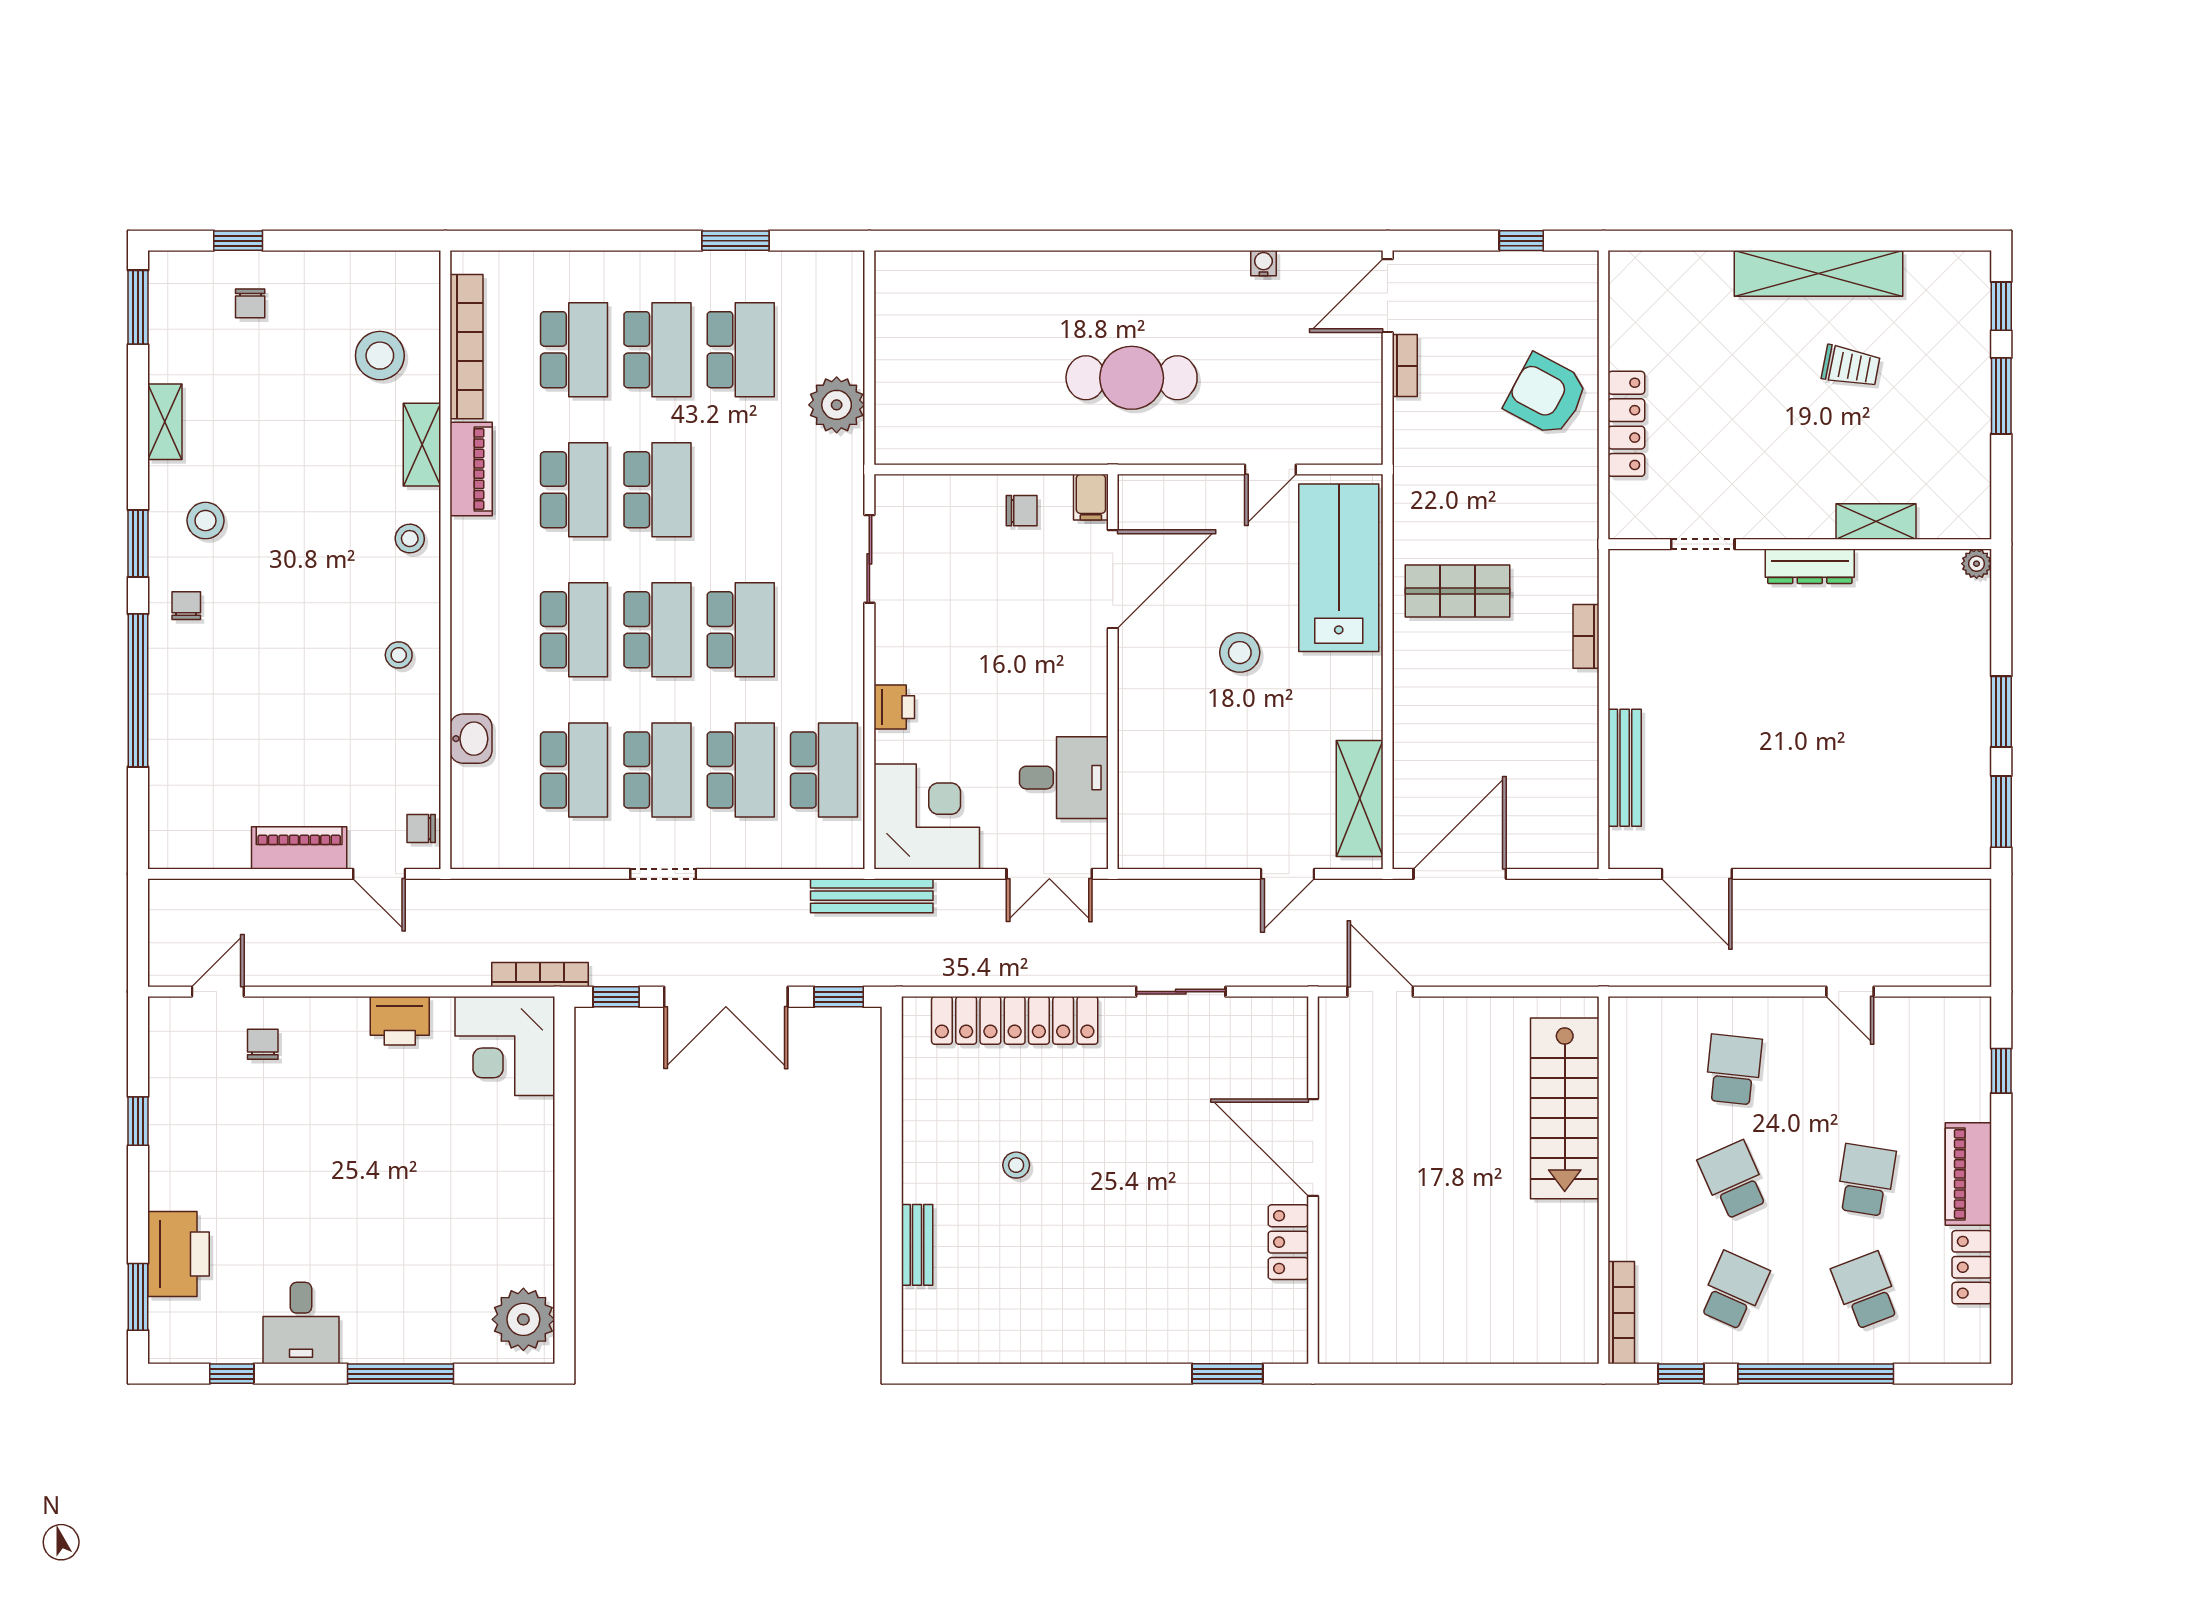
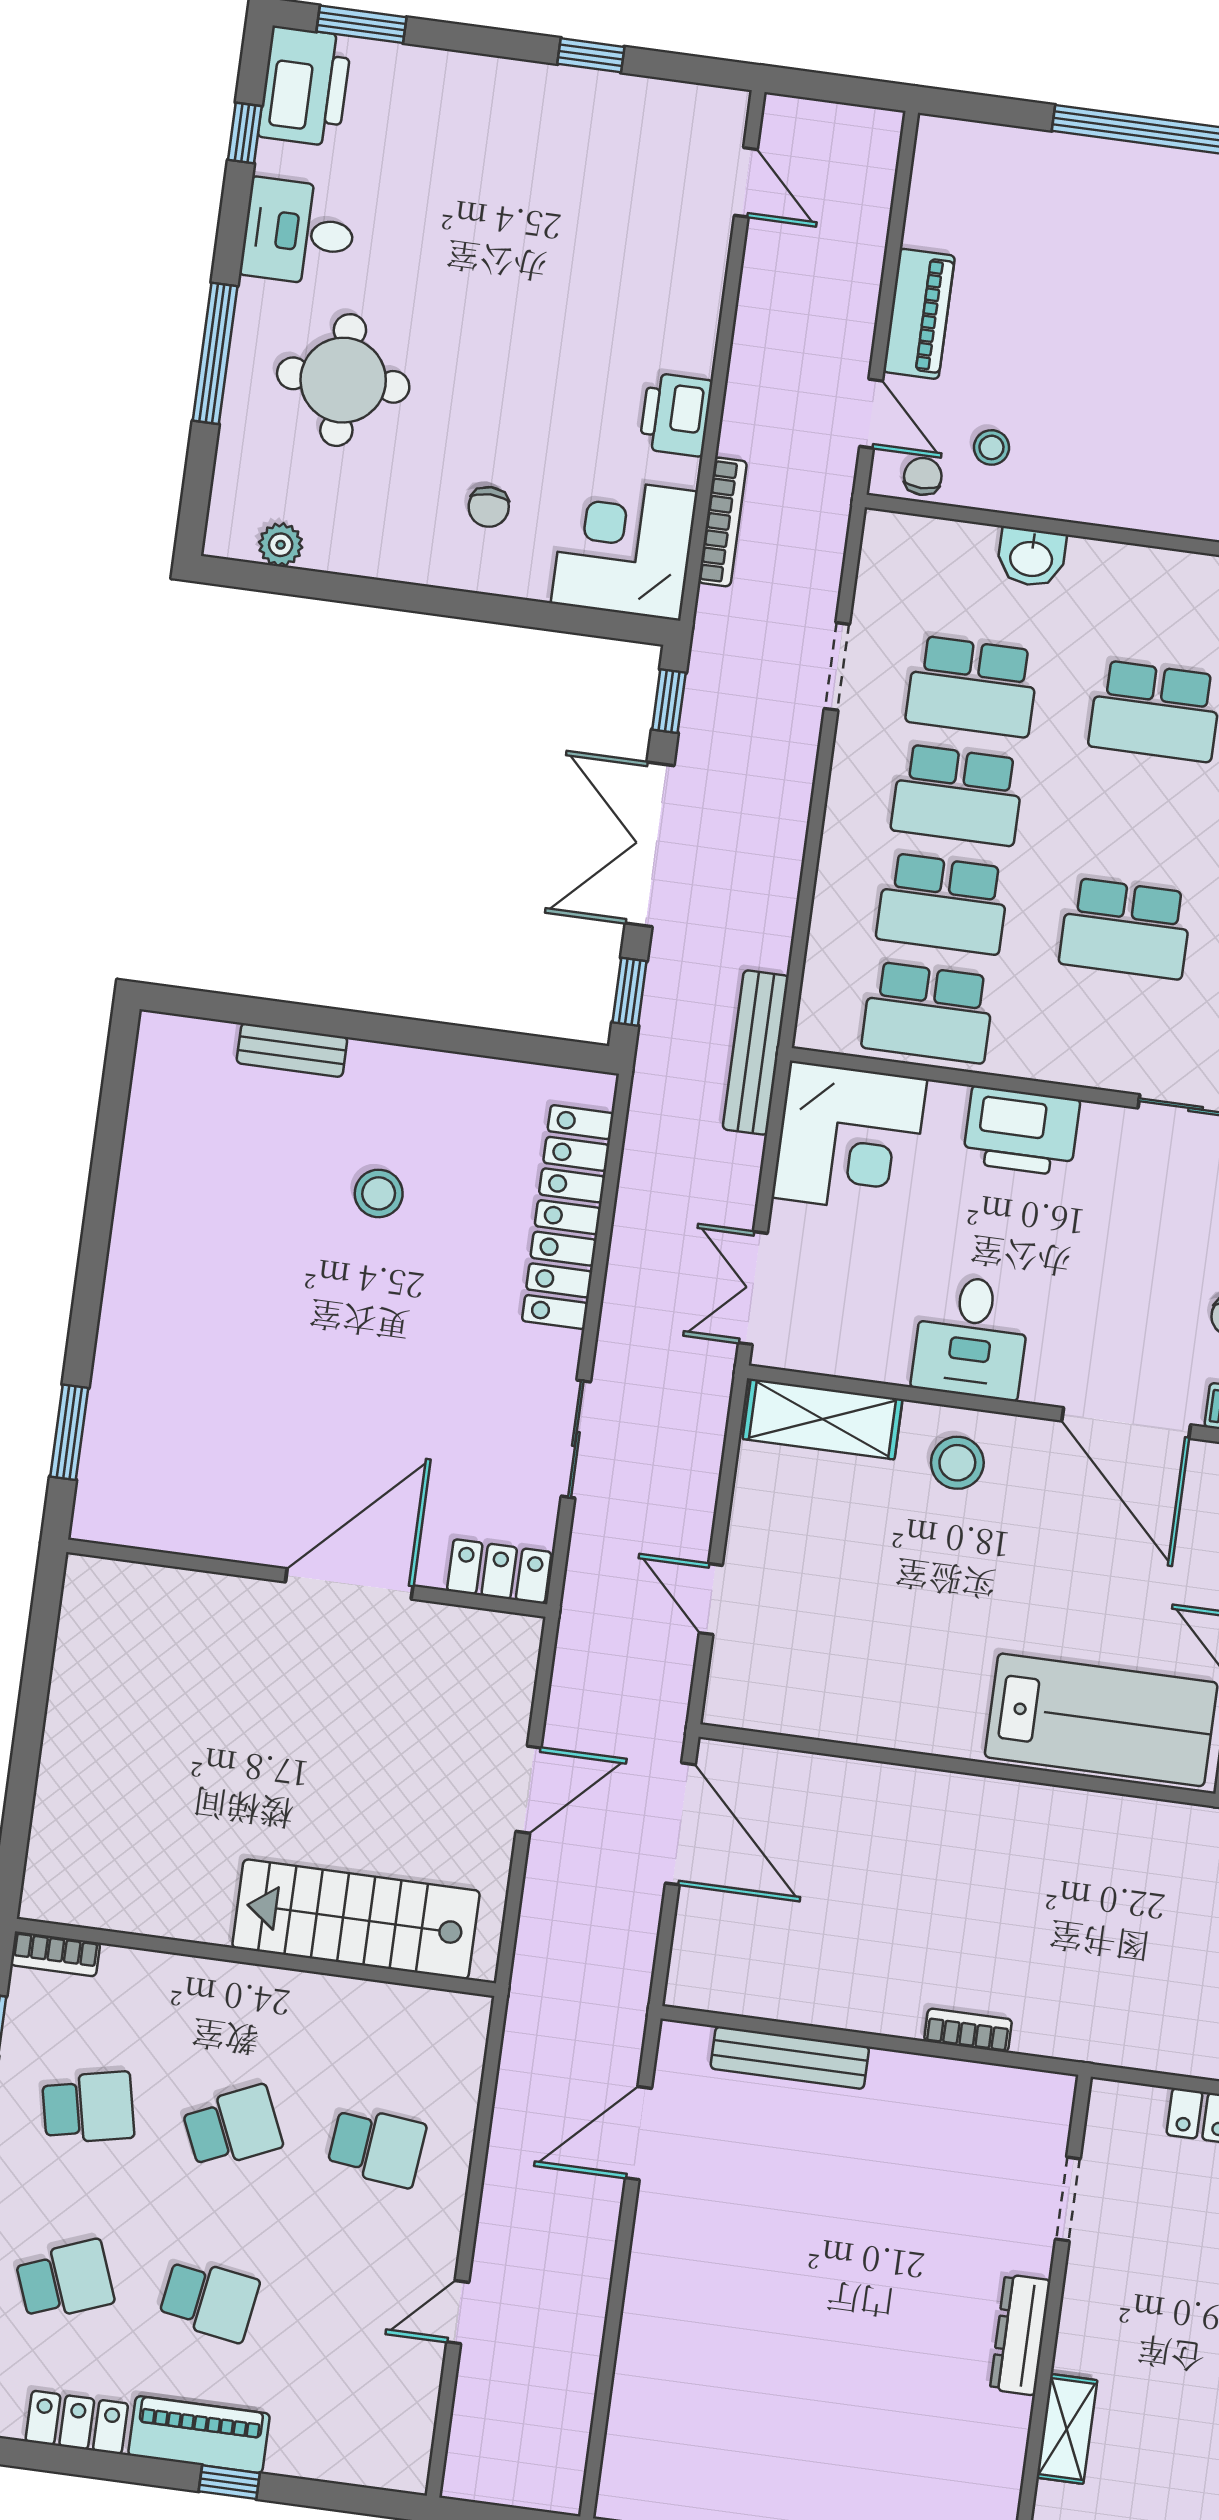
shop shelf: (1458, 591) -> (1050, 1871), removed
school desk: (657, 630) -> (1140, 820), removed
stool: (1240, 653) -> (957, 1463), moved
stool: (399, 655) -> (991, 447), moved
printer: (894, 707) -> (1021, 1131), width x1.87, depth x1.48
desk: (1064, 778) -> (971, 1337), moved
shelving: (1360, 798) -> (823, 1419), moved
door: (379, 874) -> (871, 414), swing flipped
doorway: (663, 874) -> (837, 666), moved
bookcase: (540, 975) -> (723, 522), moved
door: (1380, 992) -> (529, 1790), moved
chair: (263, 1044) -> (489, 507), moved, turned 90
window: (2001, 1071) -> (229, 2482), moved
stool: (1016, 1165) -> (379, 1193), width x1.37, depth x1.37
locker: (1288, 1242) -> (499, 1571), moved
printer: (178, 1254) -> (305, 86), moved, turned -90
round table: (408, 1275) -> (343, 380), added
school desk: (1734, 1291) -> (88, 2108), turned -36
bookcase: (1621, 1313) -> (55, 1954), width x0.64
plant: (523, 1319) -> (281, 545), width x0.53, depth x0.53

